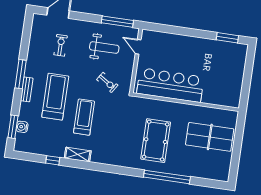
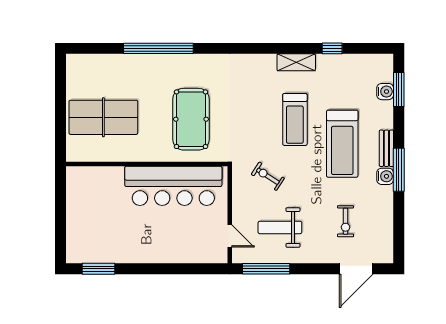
water cooler: (30, 71) -> (385, 176), added
pool table: (156, 141) -> (191, 119), moved

